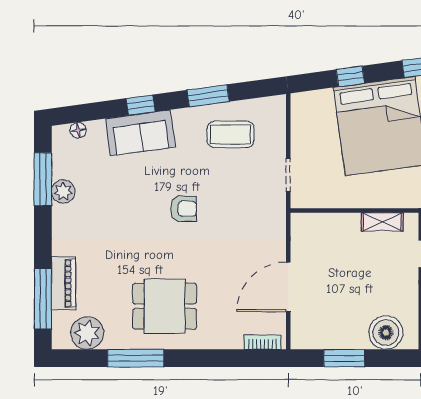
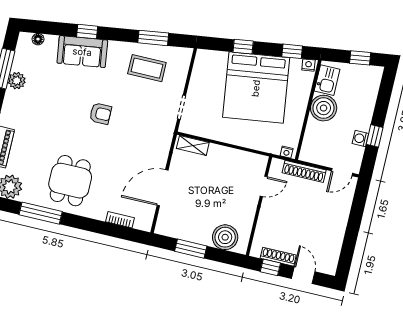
window: (208, 96) -> (153, 38), moved
shelving: (382, 222) -> (193, 145), moved
dining table: (165, 306) -> (70, 181), turned 90
bookcase: (263, 342) -> (120, 220), moved

